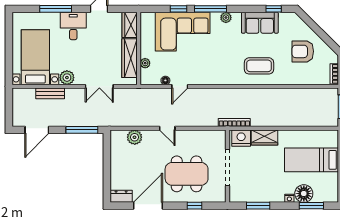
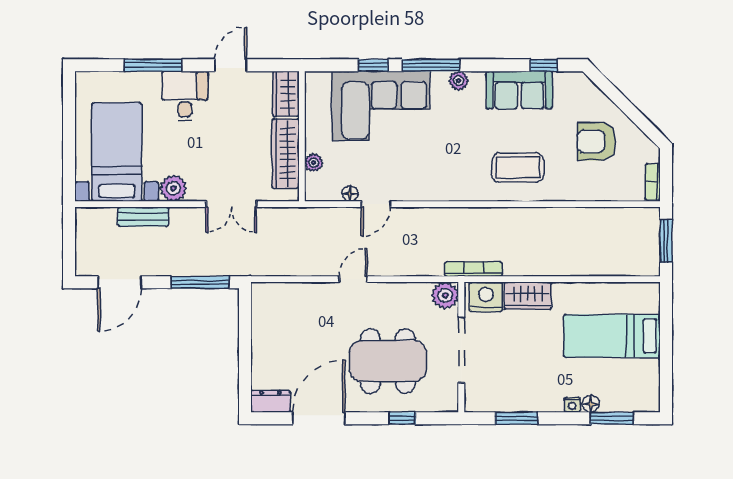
door: (167, 128) -> (353, 279), swing flipped
plant: (135, 137) -> (445, 295), moved
floor lamp: (304, 194) -> (591, 404), width x0.53, depth x0.53

